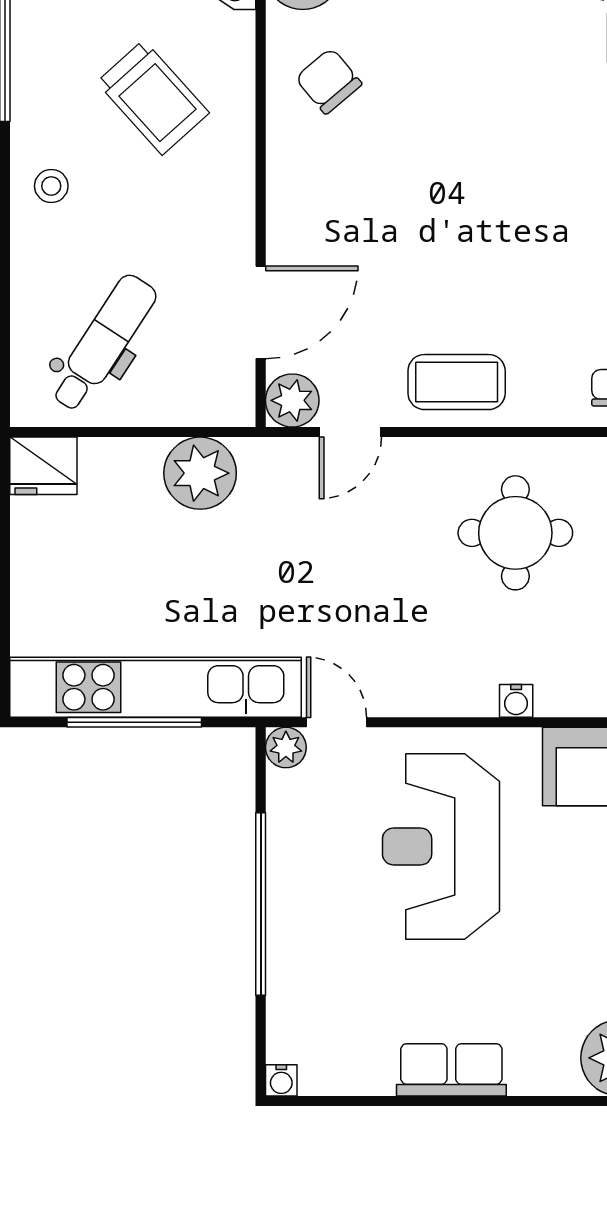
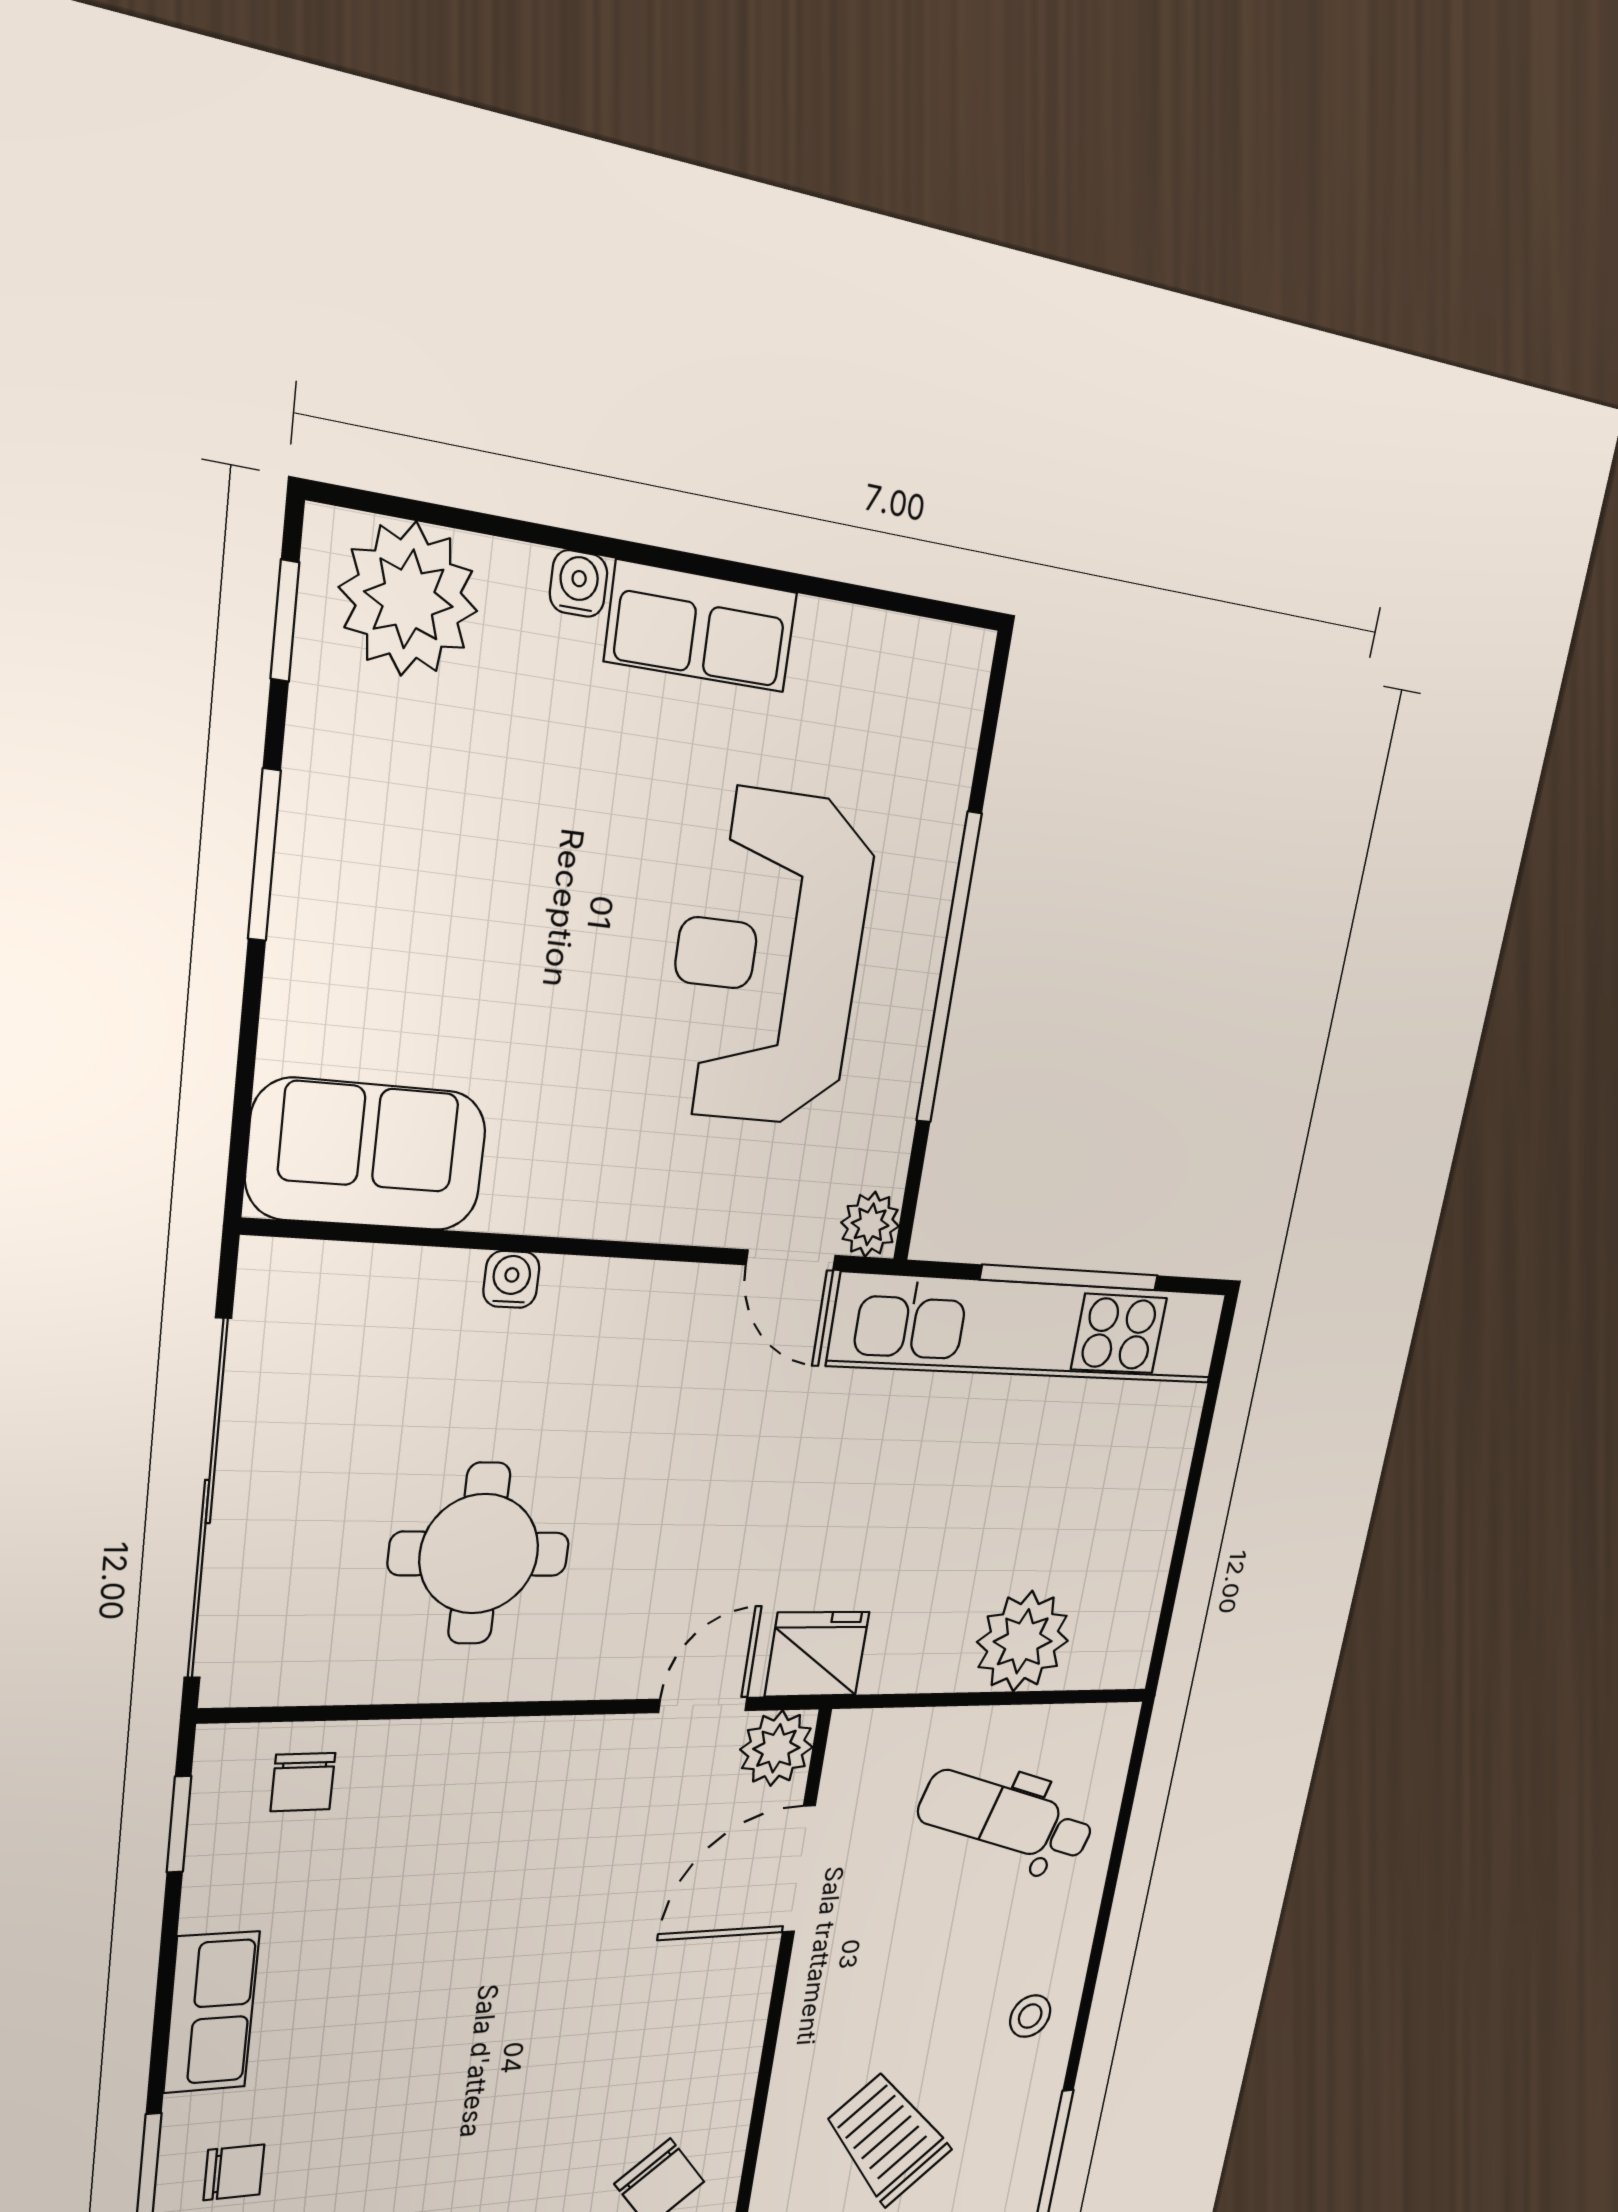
dental chair: (103, 343) -> (1007, 1818), turned 74
coffee table: (457, 382) -> (539, 1783), removed
fridge: (43, 466) -> (817, 1654), moved
plant: (200, 473) -> (1023, 1641), moved
reception desk: (441, 846) -> (768, 959), moved, turned 180
water cooler: (281, 1080) -> (579, 584), moved

